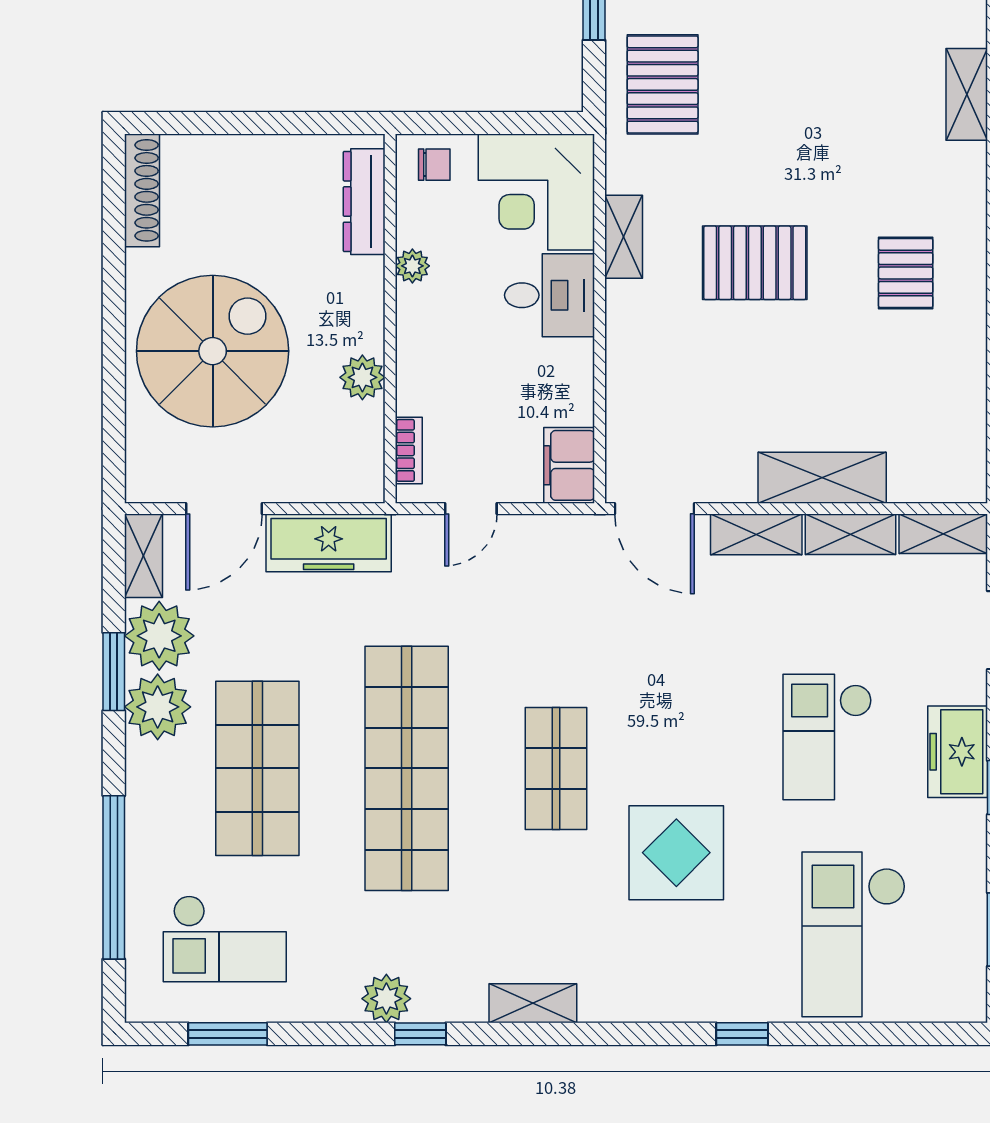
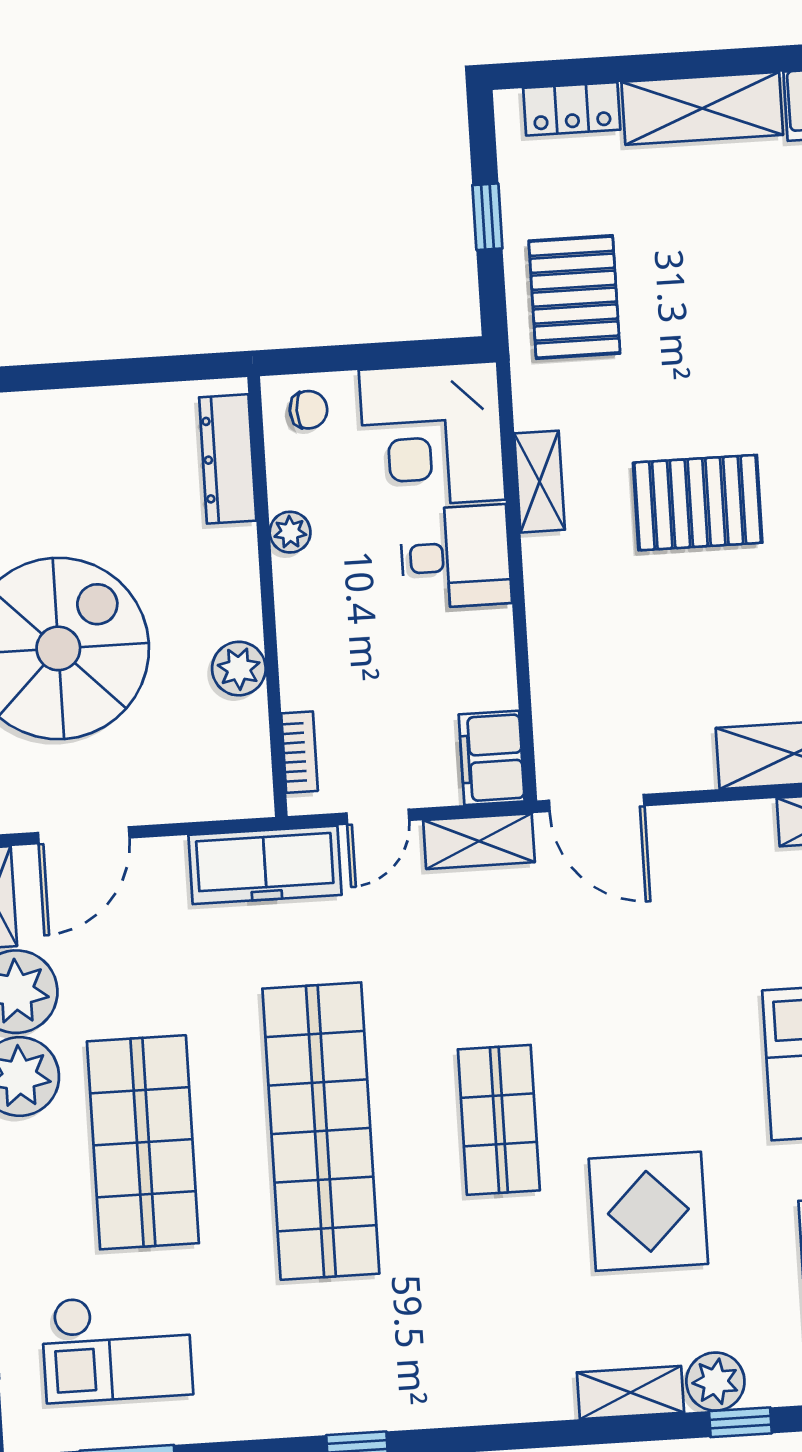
shelving: (756, 534) -> (479, 841), moved
freezer: (329, 543) -> (265, 865), moved
plant: (386, 999) -> (715, 1382), moved
shelving: (533, 1003) -> (630, 1393), moved

